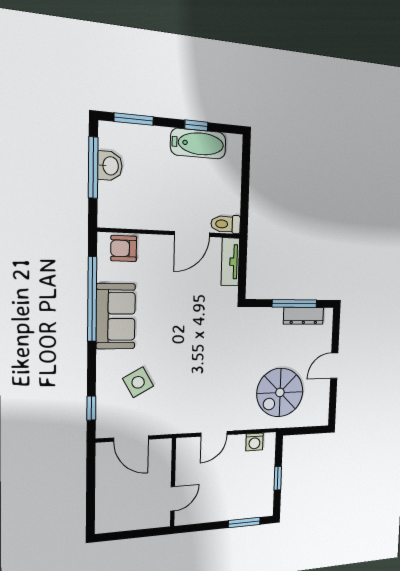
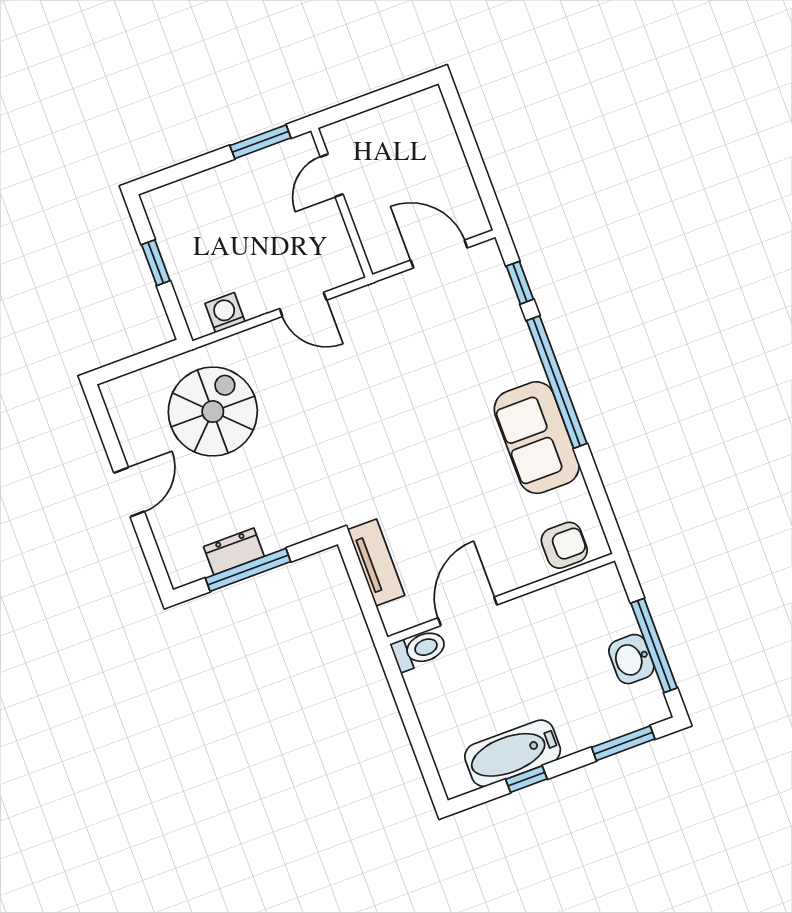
tv unit: (230, 262) -> (376, 562), moved
window: (92, 299) -> (557, 382), moved
dresser: (304, 316) -> (234, 552), width x0.70
side table: (138, 382) -> (462, 347), removed
door: (214, 434) -> (303, 304), swing flipped
window: (244, 522) -> (260, 142), moved

